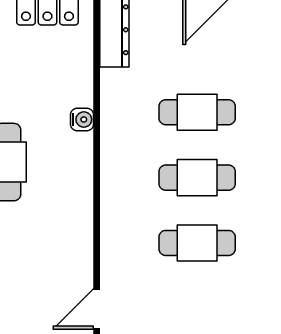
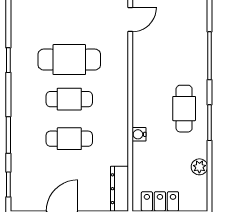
cafe table: (197, 243) -> (69, 60), width x1.37, depth x1.35

